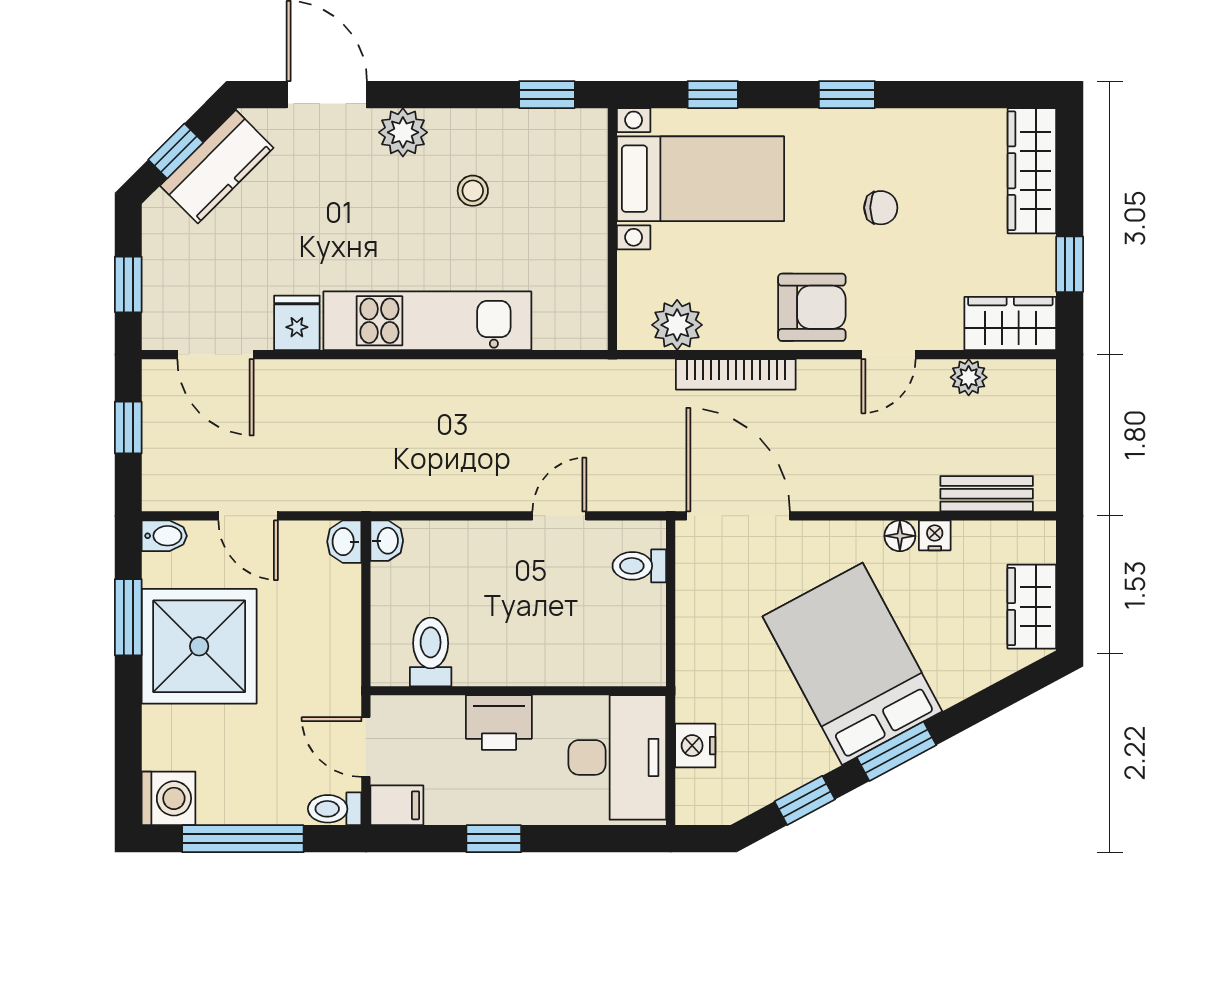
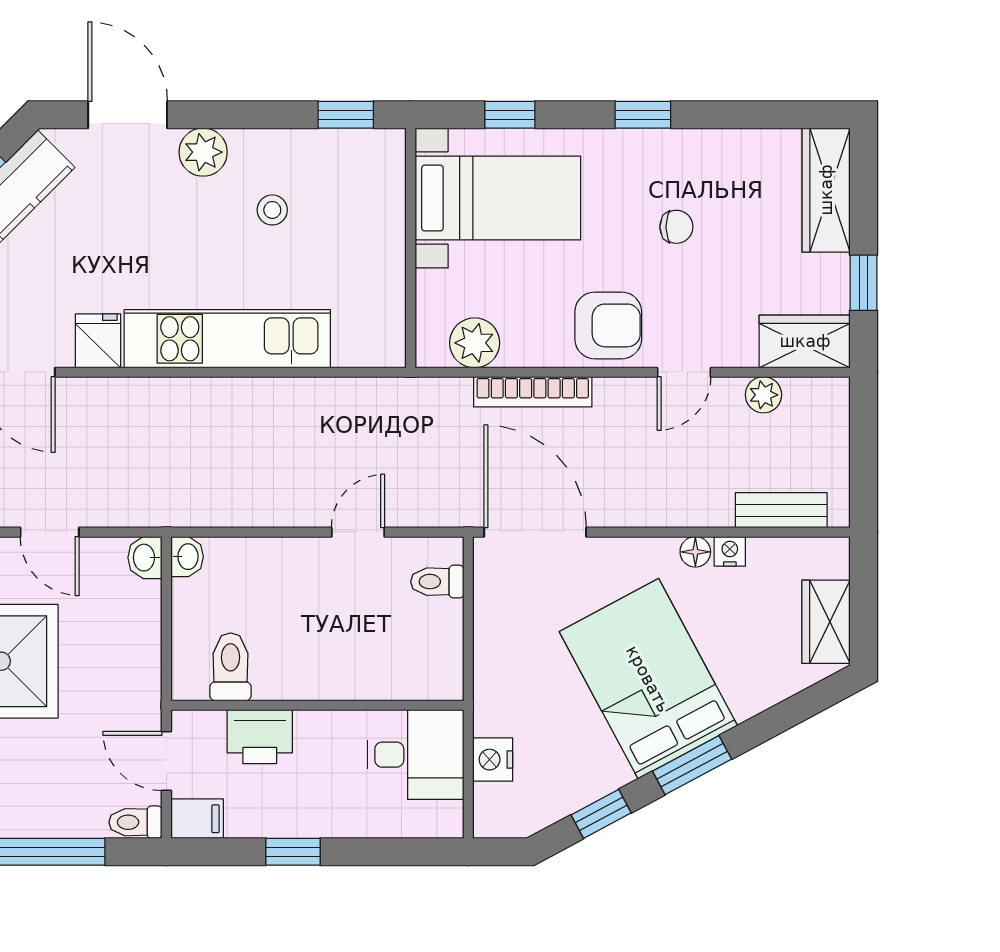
printer: (499, 723) -> (260, 737), moved
desk: (617, 757) -> (415, 755), width x0.73

